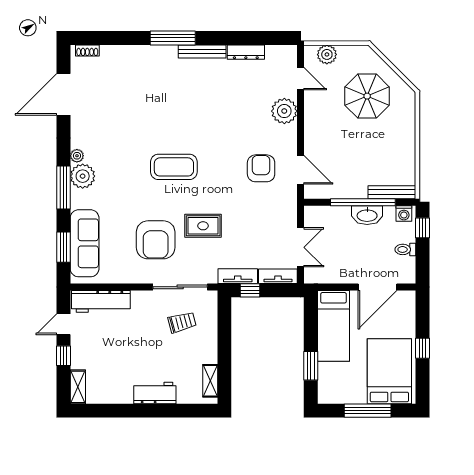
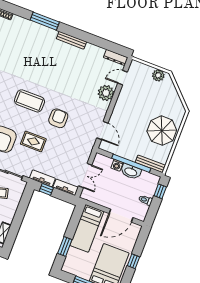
window: (173, 38) -> (45, 21), moved
dresser: (246, 52) -> (116, 57), moved
plant: (327, 54) -> (158, 75), moved
door: (301, 79) -> (123, 78), swing flipped
parasol: (367, 96) -> (162, 131), moved
armchair: (261, 168) -> (58, 118), moved
washing machine: (404, 213) -> (117, 165), moved

